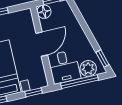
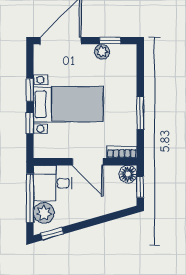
bookcase: (29, 20) -> (122, 152), added
window: (33, 92) -> (30, 123), moved

